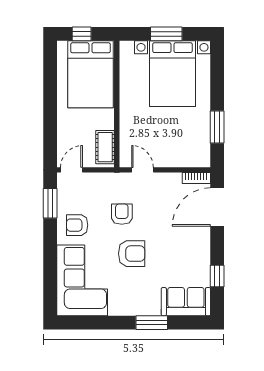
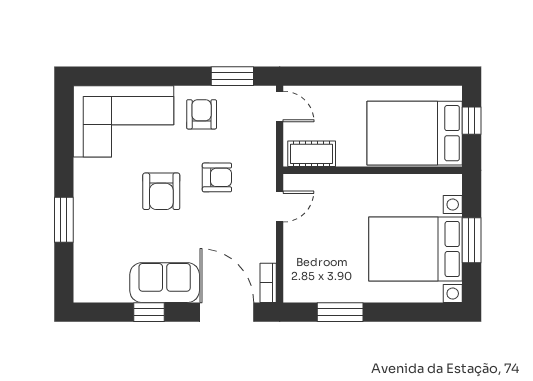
window: (217, 276) -> (149, 312), moved
sofa: (186, 302) -> (165, 283), moved, turned -90

